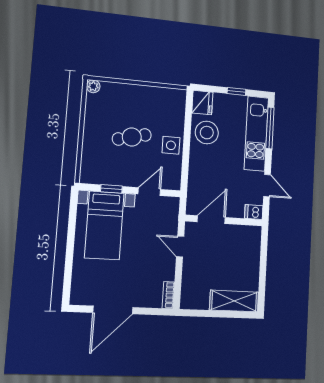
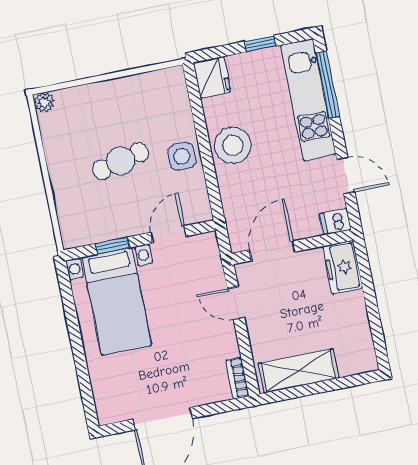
stool: (207, 133) -> (233, 145), moved
freezer: (251, 241) -> (342, 267), added
shelving: (234, 301) -> (298, 371), moved

